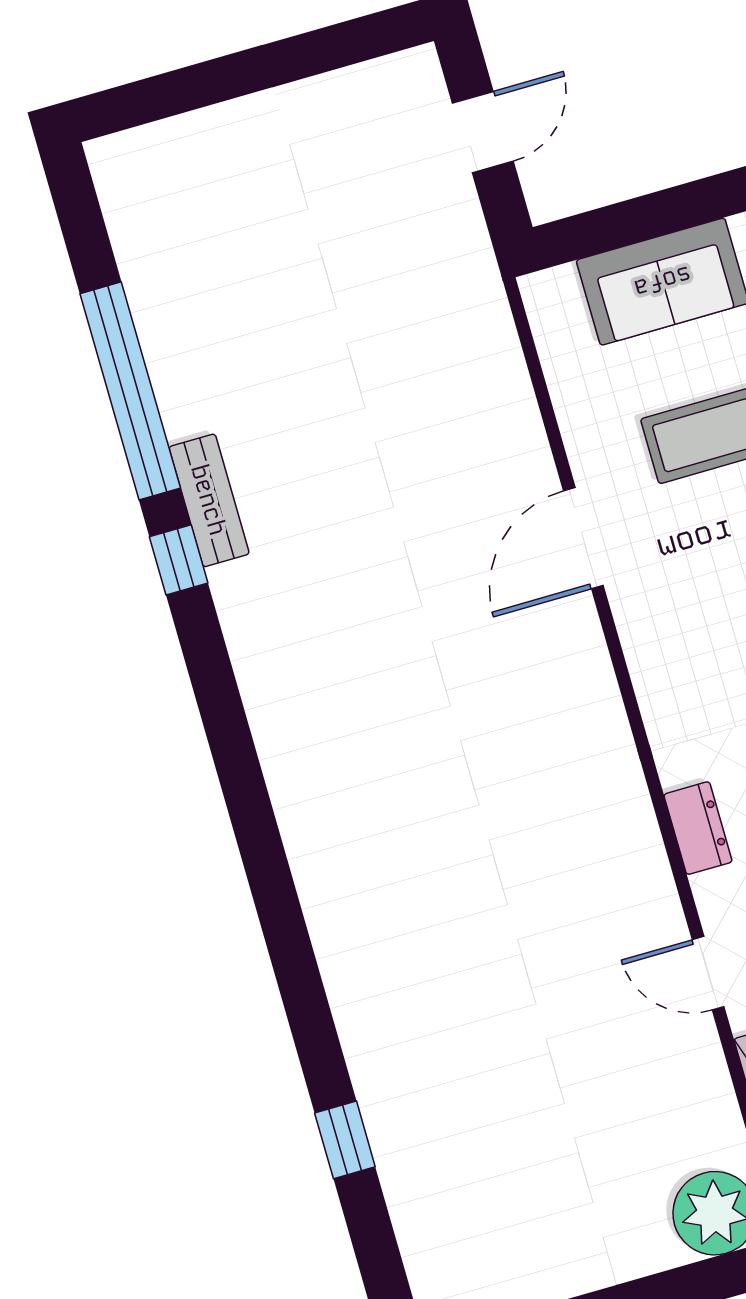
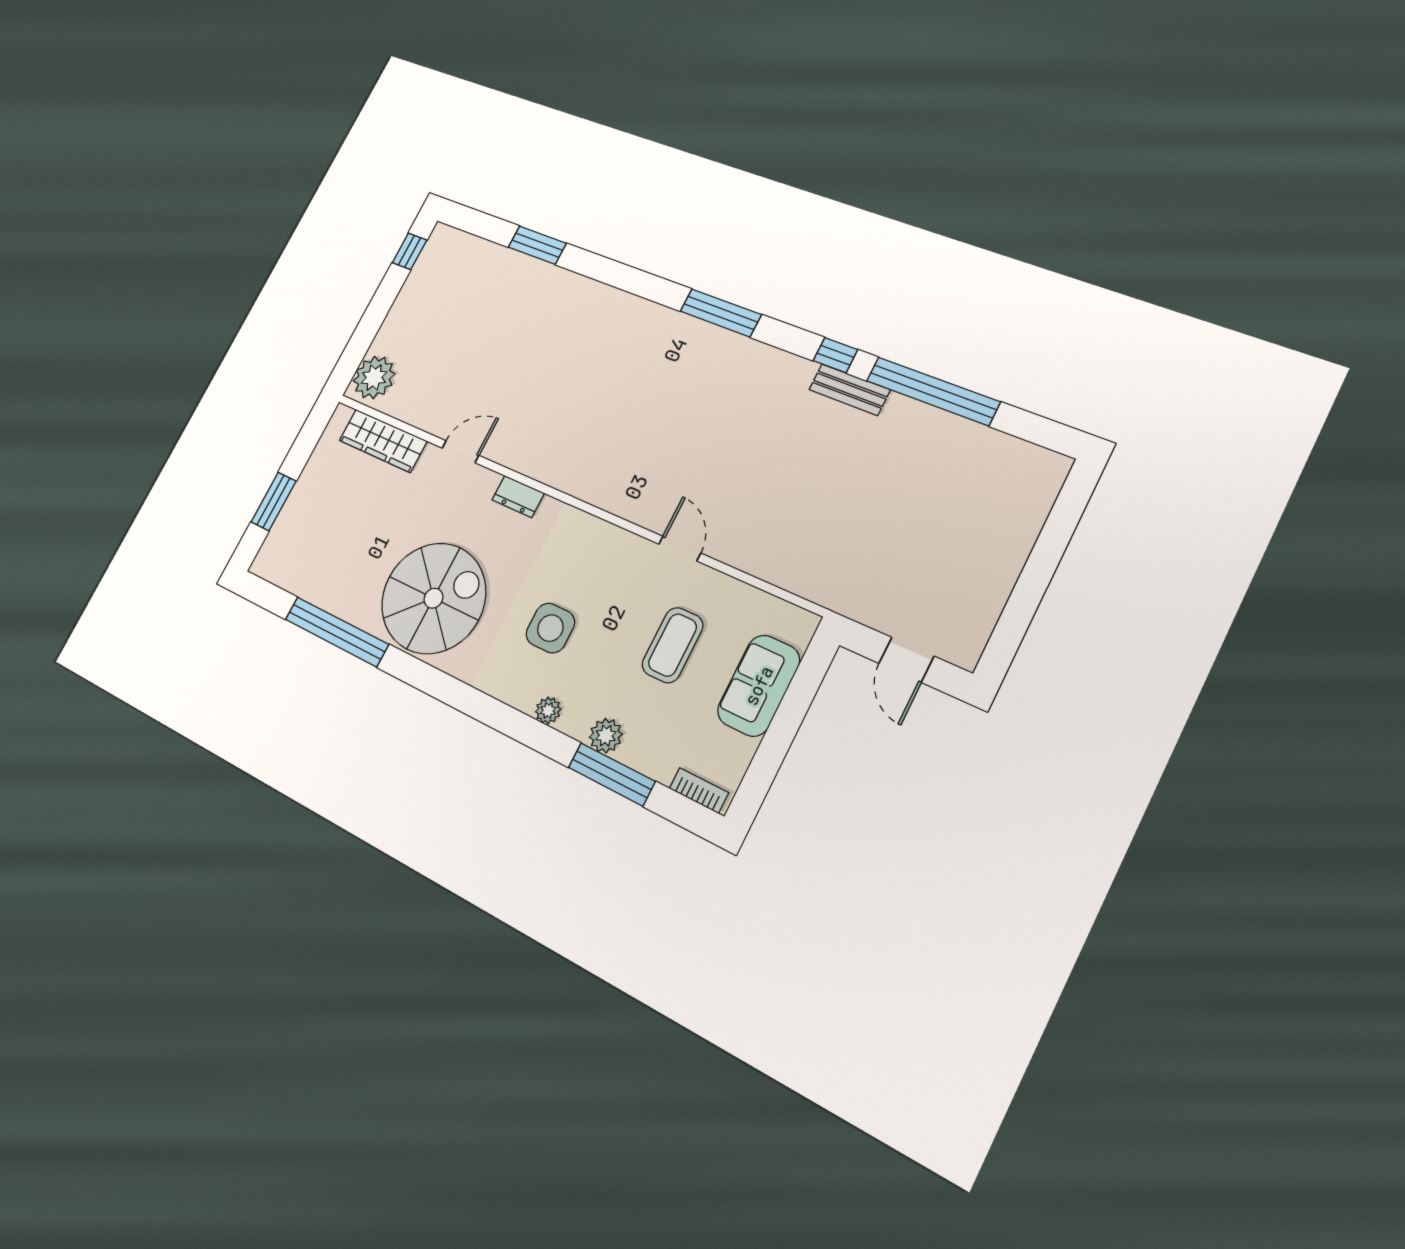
door: (583, 538) -> (680, 549), width x0.73
window: (239, 771) -> (721, 313), added
window: (345, 1140) -> (537, 245), width x1.50

